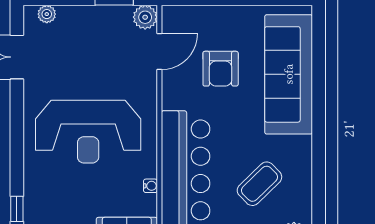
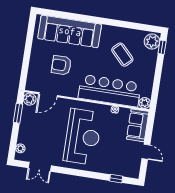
door: (159, 51) -> (48, 95), swing flipped
armchair: (221, 69) -> (61, 65), turned 180

